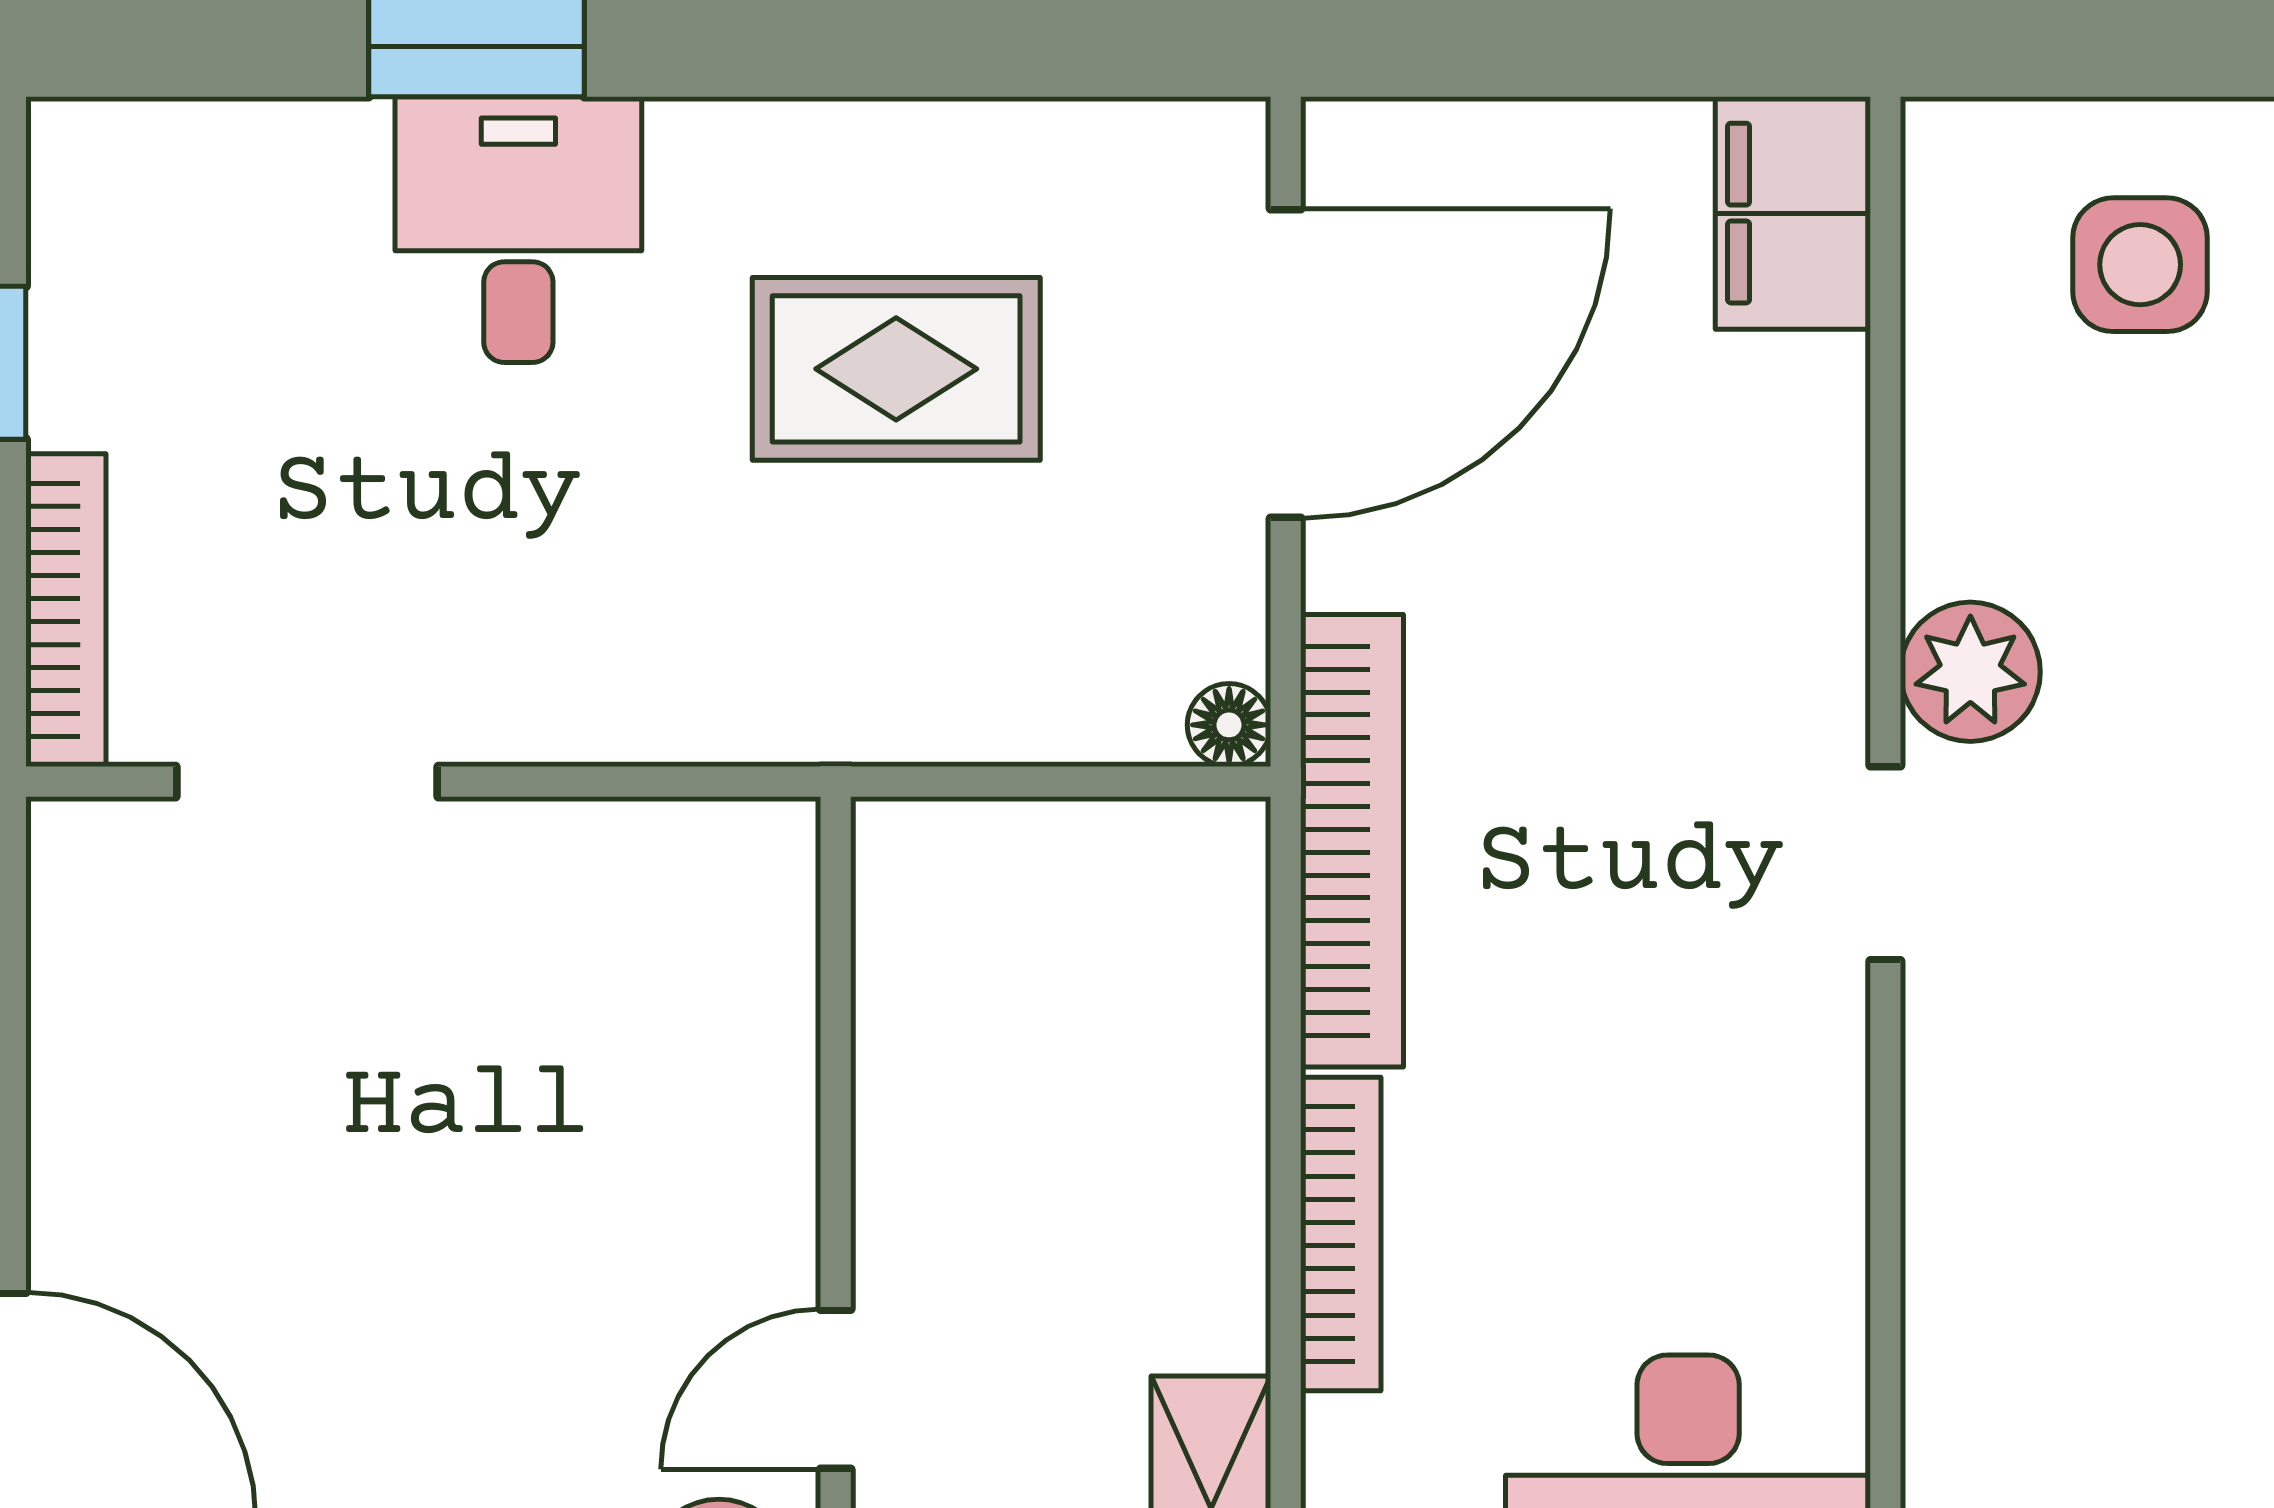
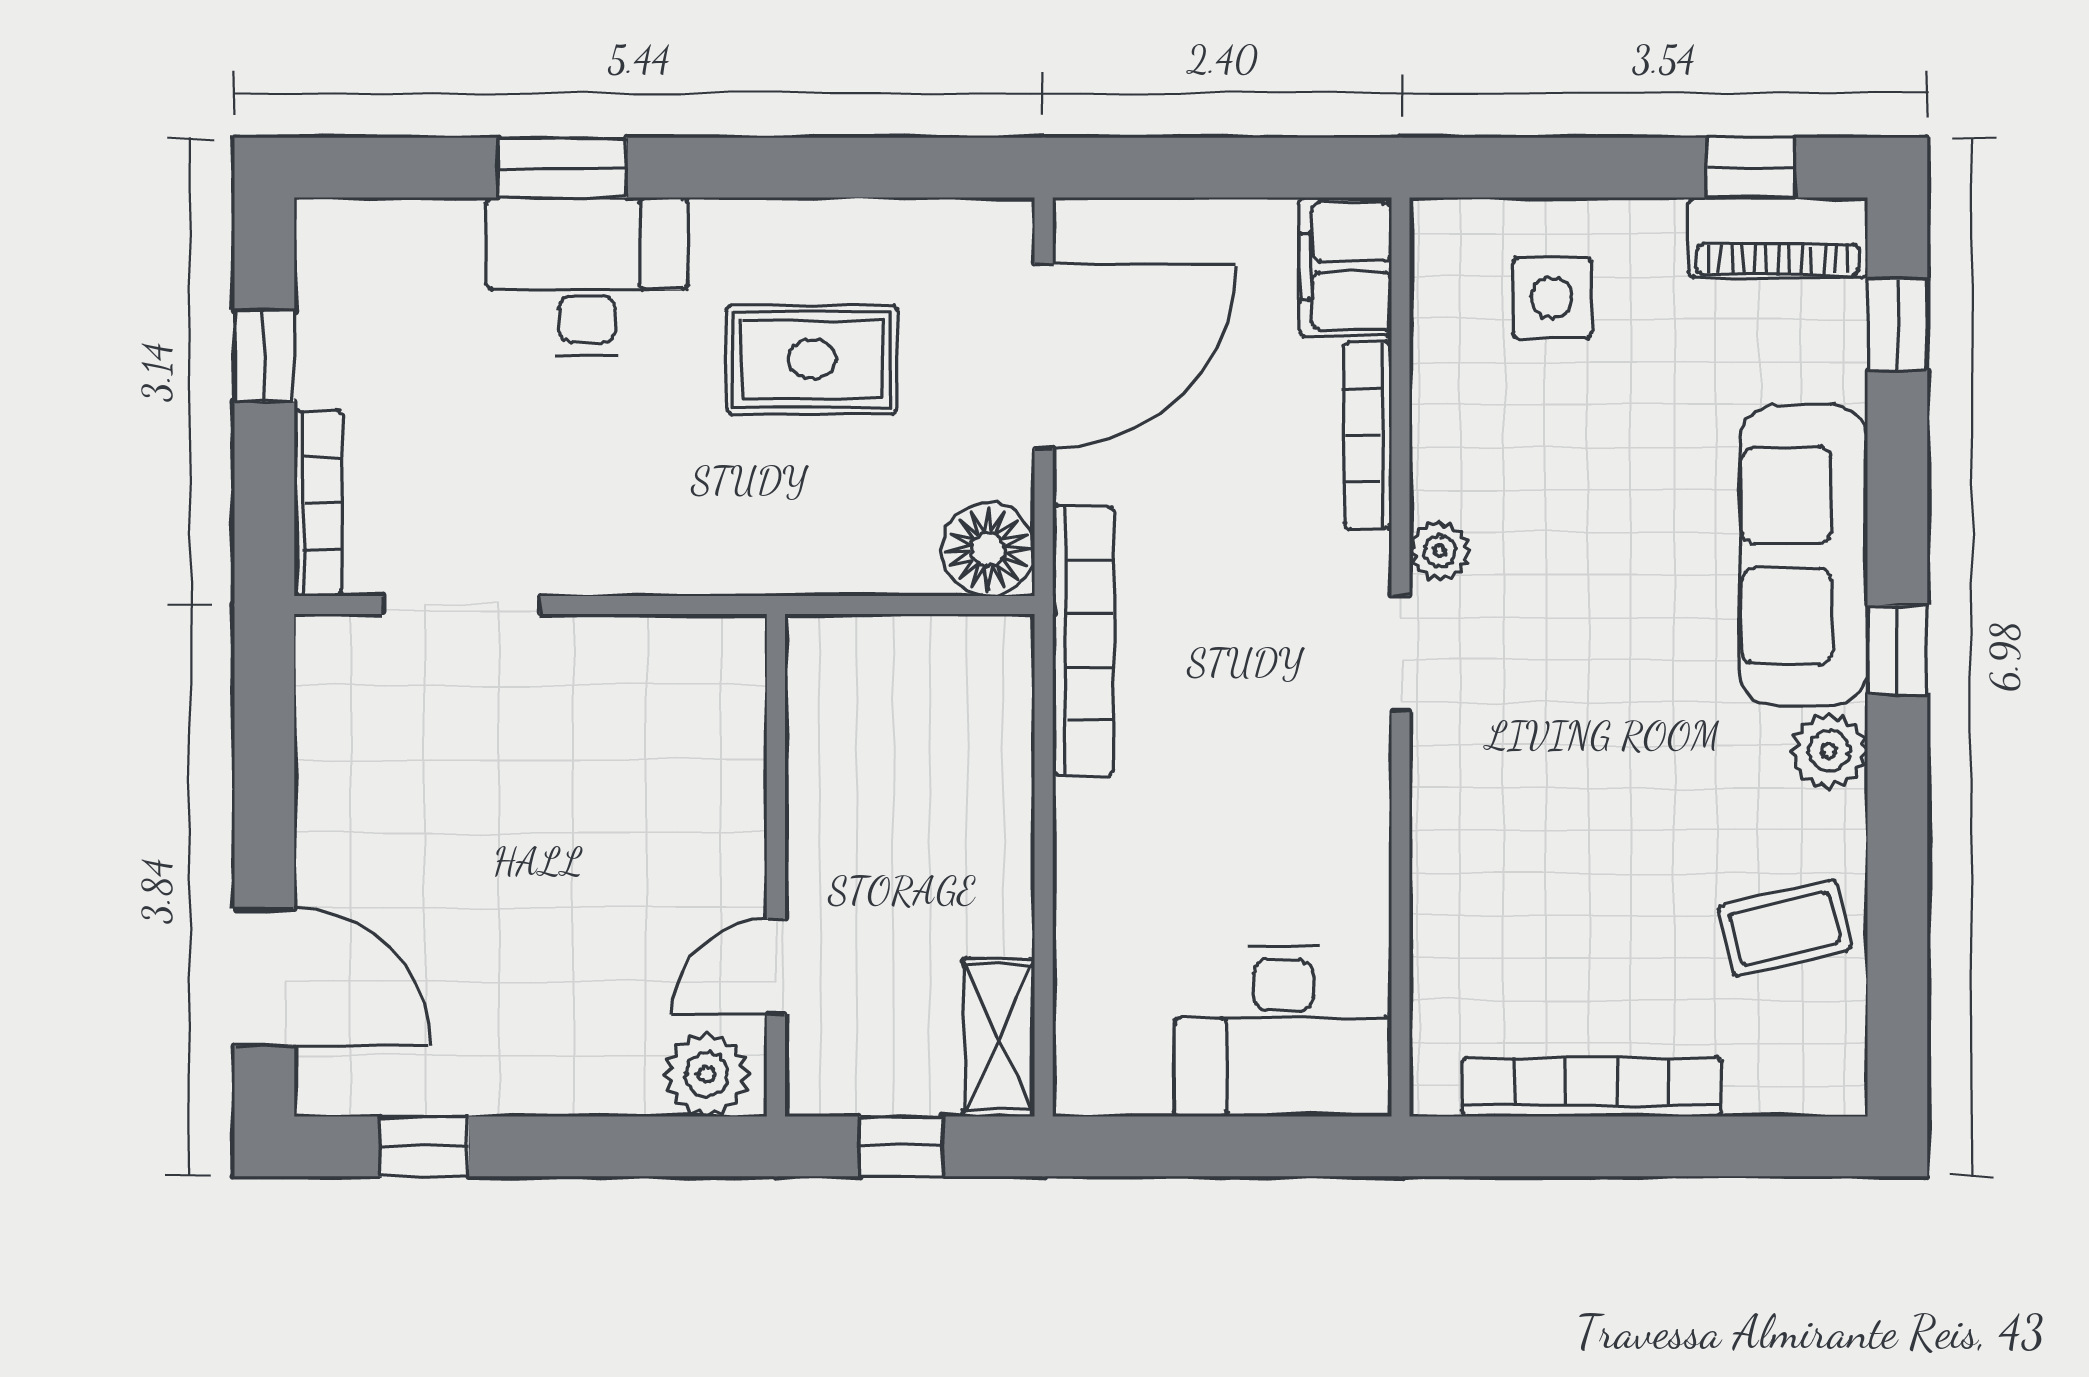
desk: (518, 230) -> (587, 277), width x1.37
plant: (1970, 672) -> (1440, 551), width x0.73, depth x0.73
floor lamp: (1229, 725) -> (988, 549), width x1.89, depth x1.89
bookcase: (1341, 1234) -> (1368, 435), moved, turned 180

